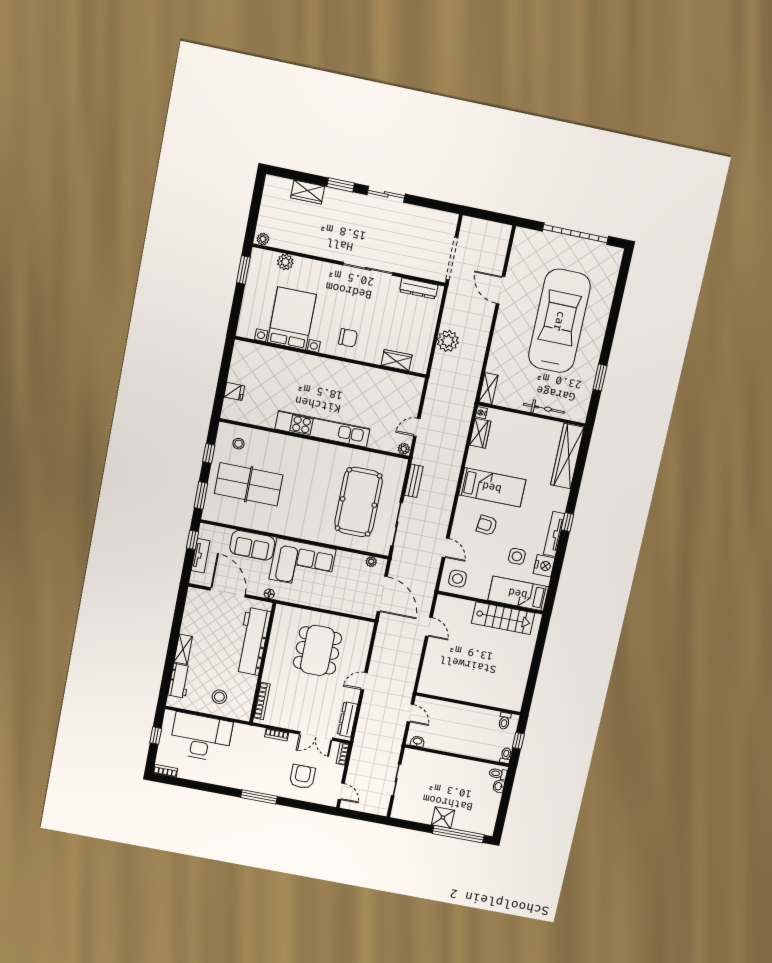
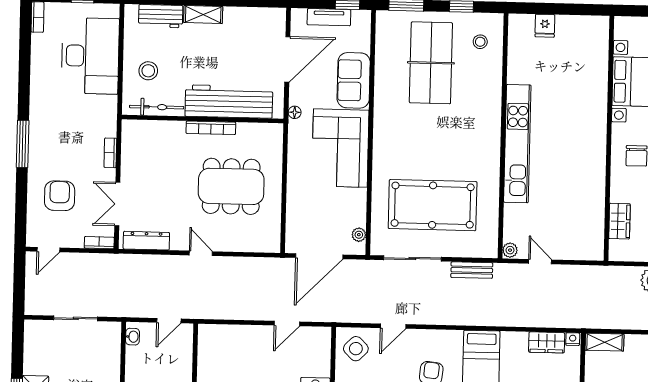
side table: (458, 579) -> (356, 349), turned 45
bicycle: (248, 695) -> (157, 107), added
bookcase: (262, 701) -> (211, 128), moved
armchair: (302, 777) -> (60, 196), turned -90

